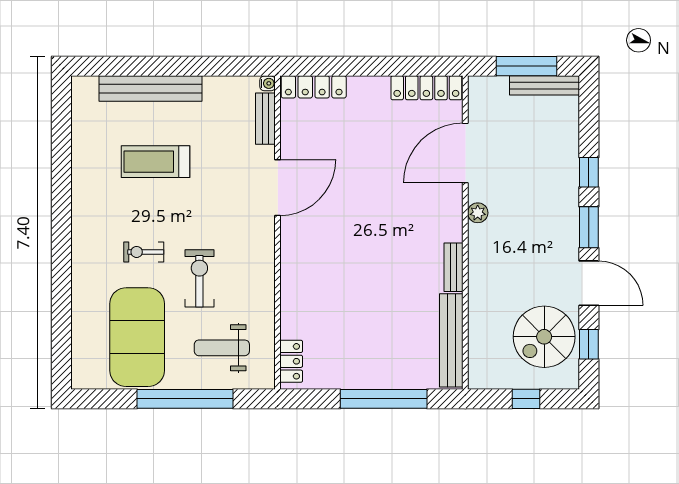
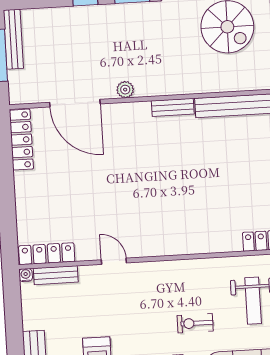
locker: (314, 87) -> (47, 254), moved, turned -90
door: (278, 188) -> (114, 261), width x0.53
exercise bike: (199, 278) -> (195, 323), width x0.73, depth x0.72

